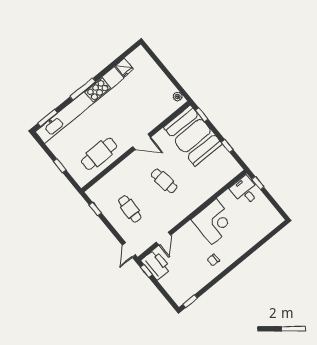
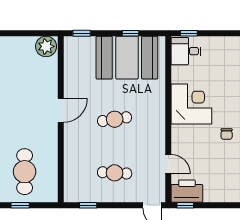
plant: (178, 96) -> (46, 46), width x1.88, depth x1.88
booth: (193, 136) -> (127, 58), moved
cafe table: (99, 154) -> (25, 172), moved

